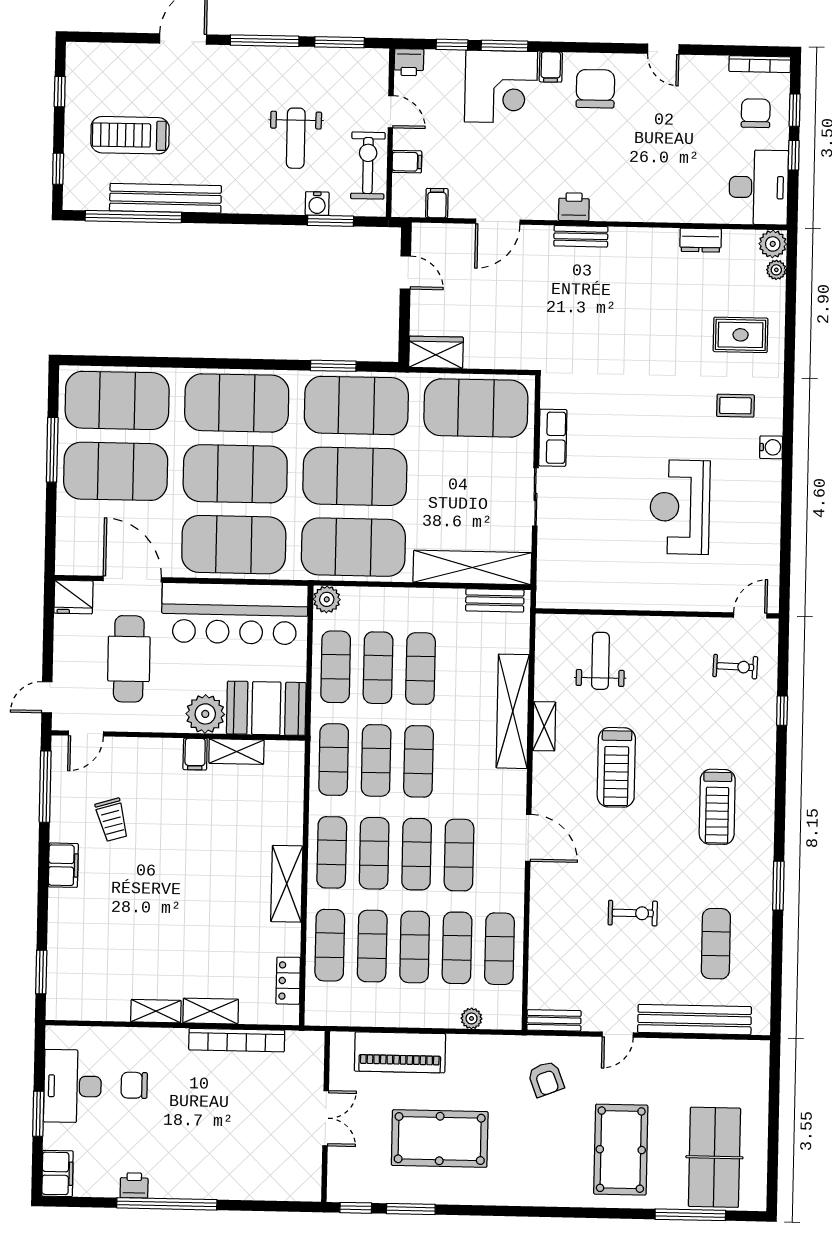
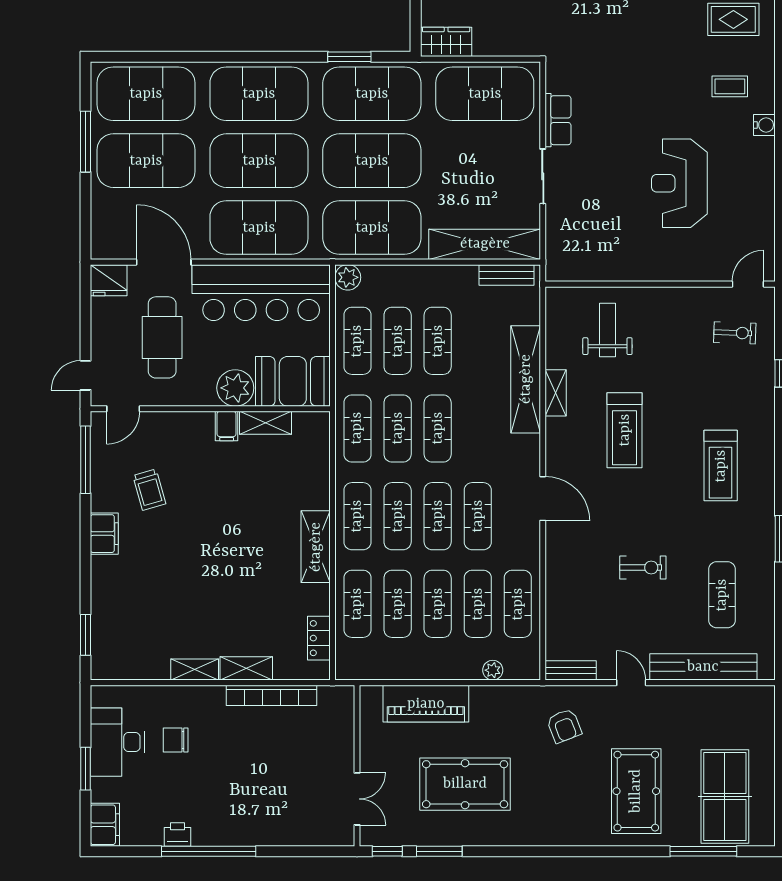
door: (618, 1035) -> (631, 683), swing flipped
double door: (326, 1118) -> (357, 799), moved

